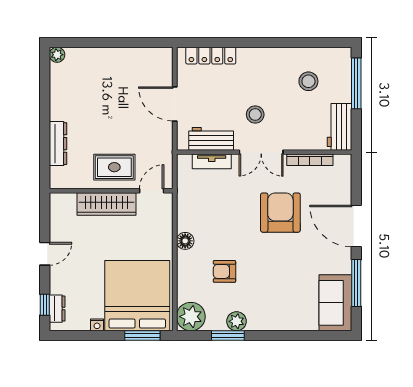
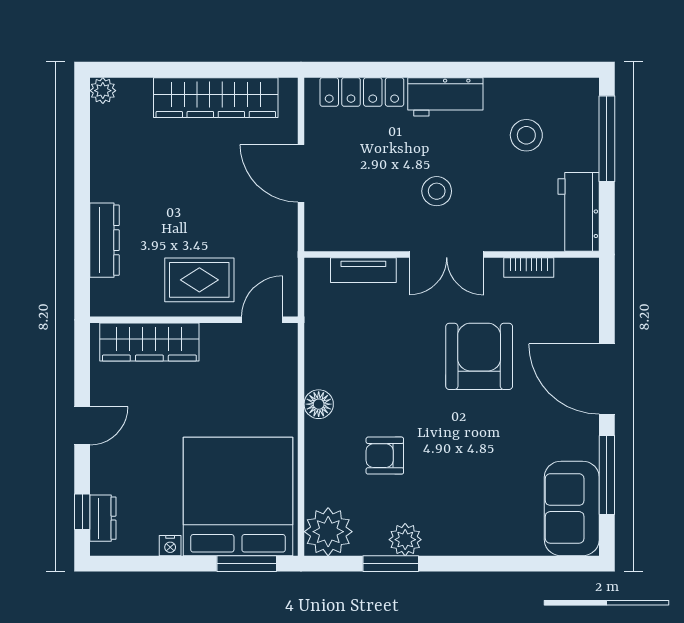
wardrobe: (124, 59) -> (216, 98), added
workbench: (211, 139) -> (445, 97), moved, turned 180
bookcase: (310, 160) -> (529, 268), width x0.64
wardrobe: (106, 204) -> (149, 342), moved

